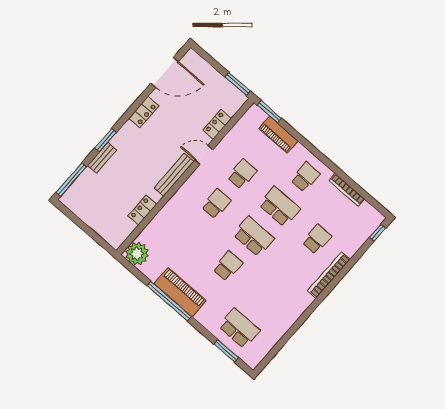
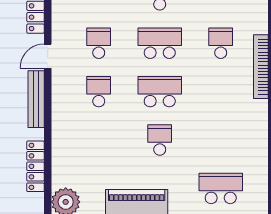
locker: (142, 210) -> (35, 166), width x1.53

